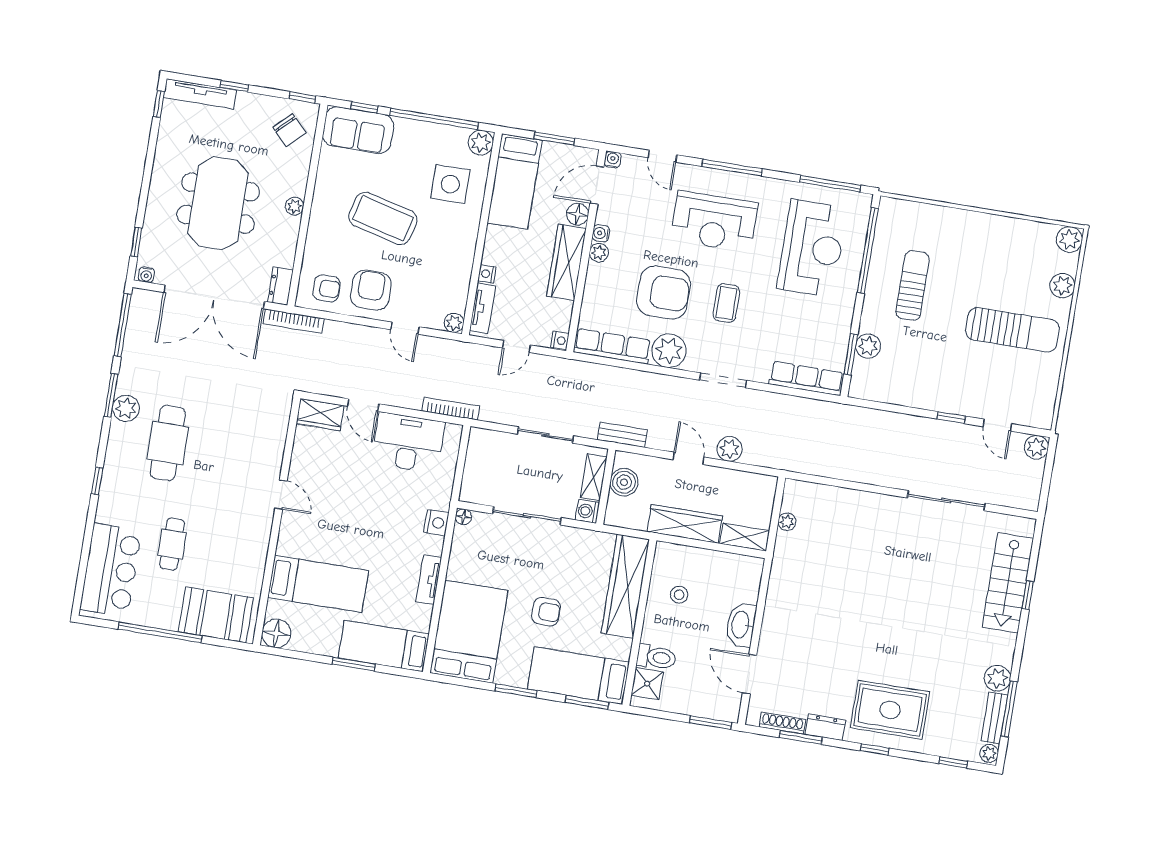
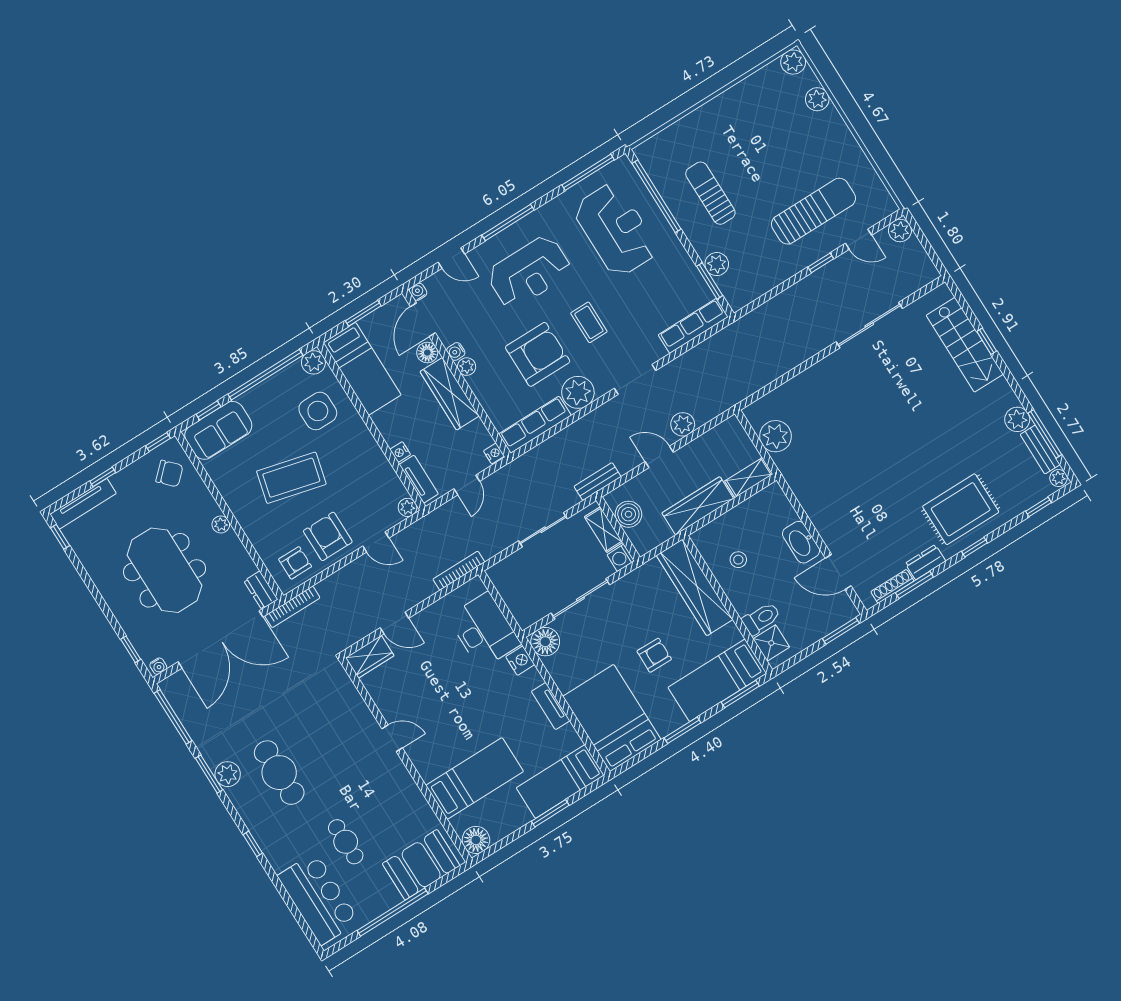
sun lounger: (1012, 330) -> (813, 211), moved
desk: (408, 443) -> (484, 630), moved, turned 90
floor lamp: (463, 517) -> (545, 642), width x1.89, depth x1.89
plant: (787, 522) -> (776, 436), width x1.88, depth x1.88

